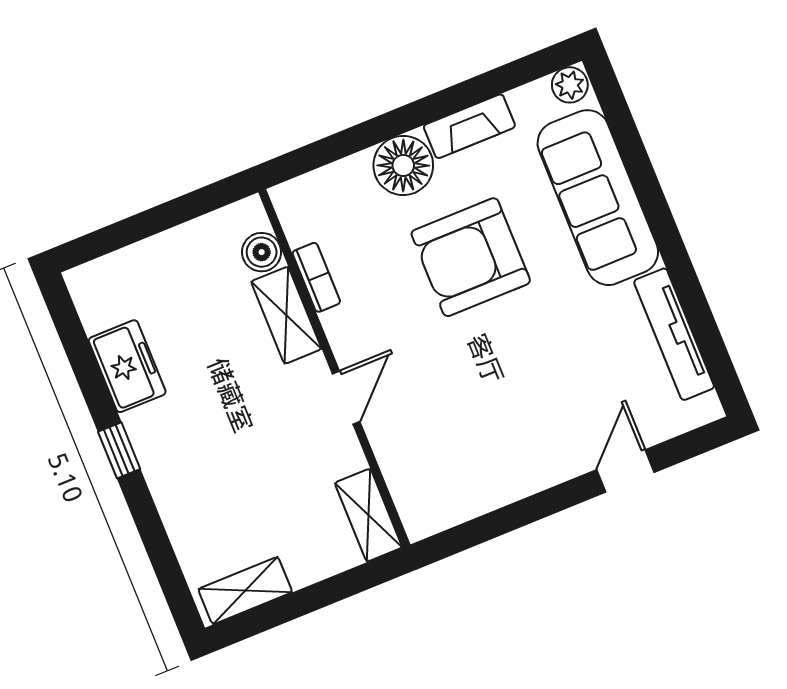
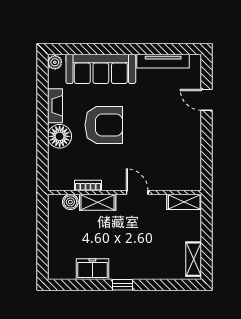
armchair: (471, 257) -> (104, 125), turned -90

